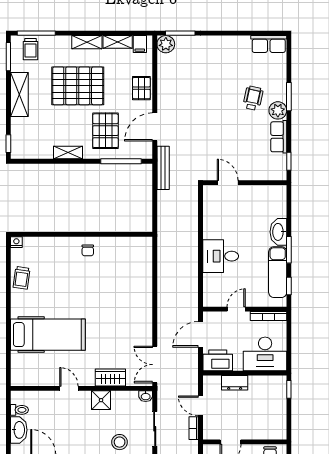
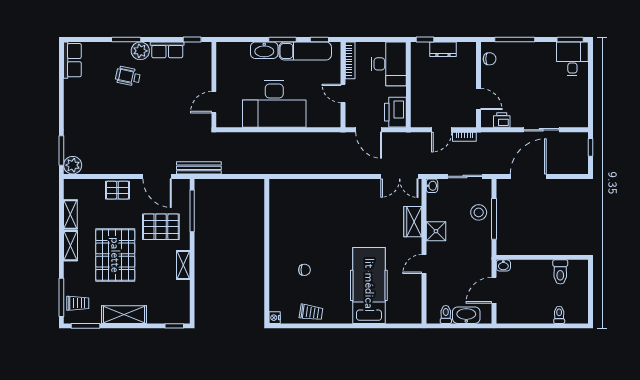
filing cabinet: (140, 44) -> (73, 192), removed
chair: (88, 250) -> (304, 270), moved
desk: (221, 256) -> (274, 104), width x1.87, depth x1.30
dresser: (235, 383) -> (443, 49), moved, turned 90

